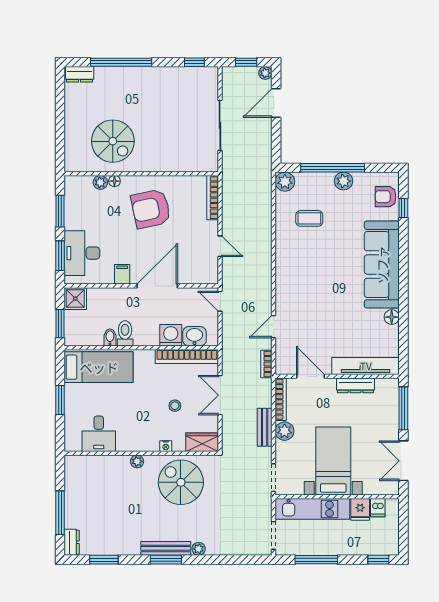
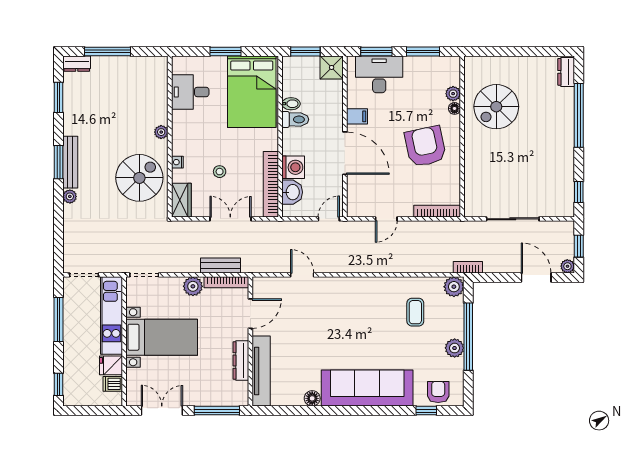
bookcase: (266, 364) -> (468, 267), moved
bed: (99, 367) -> (252, 92), width x1.50
bench: (265, 427) -> (220, 265), moved

